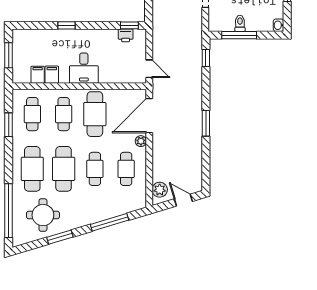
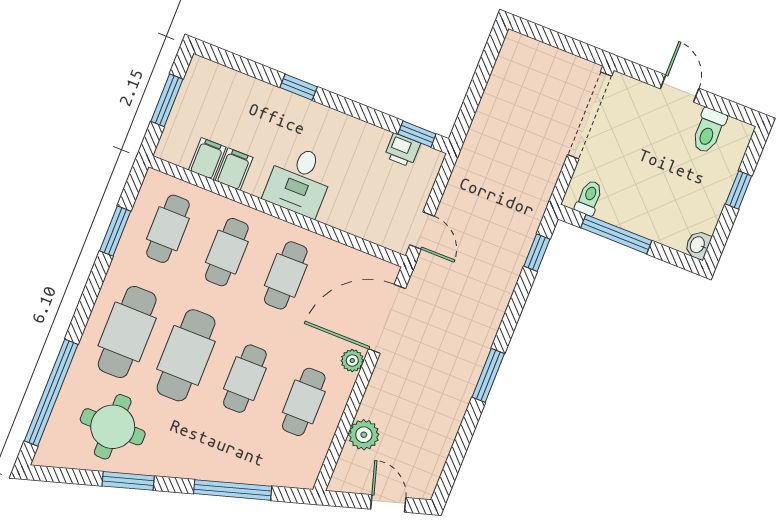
toilet: (240, 23) -> (589, 198), moved
cafe table: (95, 114) -> (286, 275), width x0.73, depth x0.74
plant: (160, 190) -> (364, 435), moved

